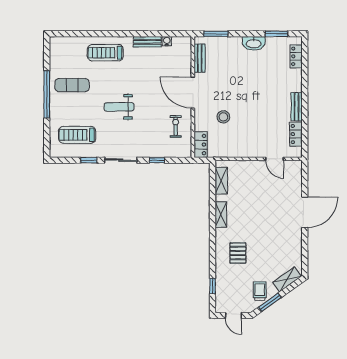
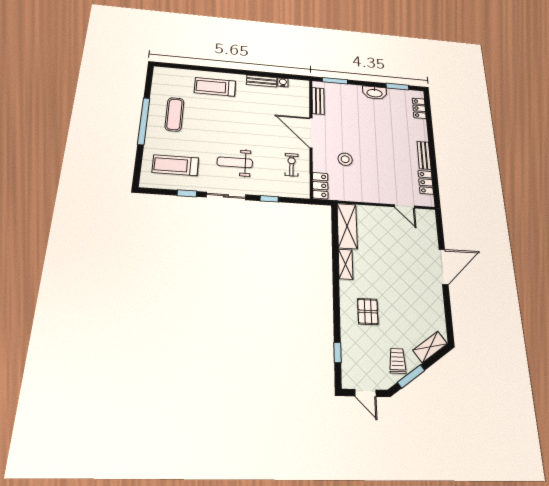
exercise mat: (72, 85) -> (174, 114), turned 90
weight bench: (119, 107) -> (235, 162), moved
shelving: (221, 181) -> (347, 226), width x1.50, depth x1.33

